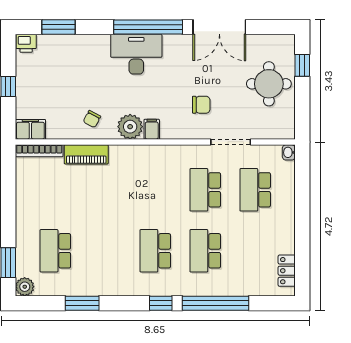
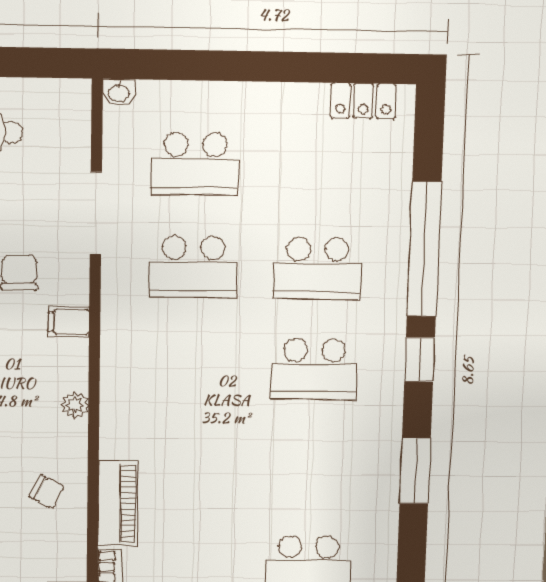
plant: (130, 127) -> (75, 405), width x0.53, depth x0.53
filing cabinet: (152, 129) -> (69, 322), moved
window: (82, 303) -> (415, 471), moved

